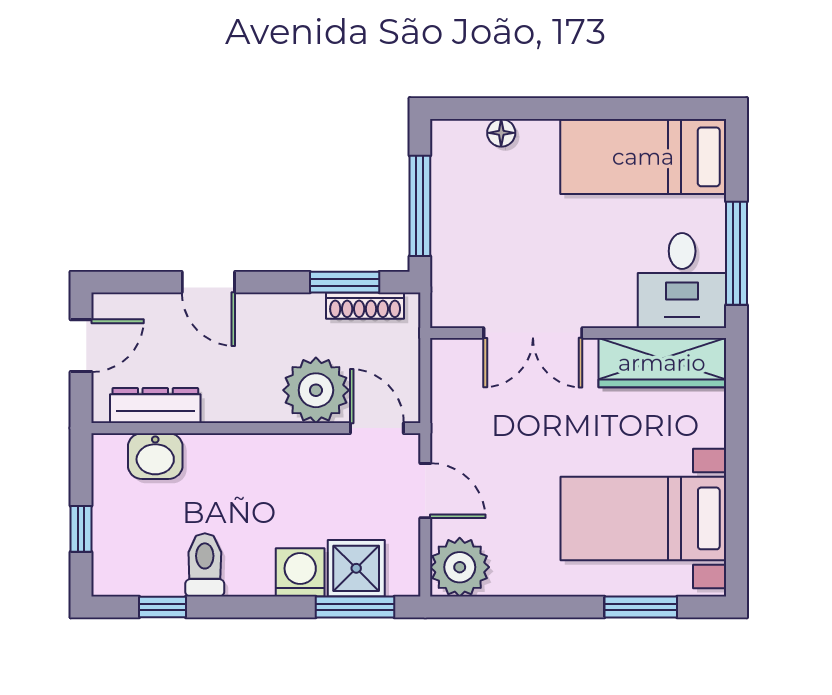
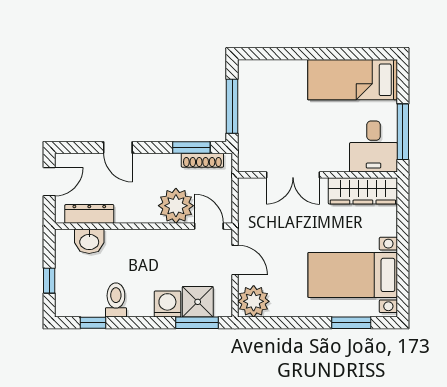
floor lamp: (501, 133) -> (276, 67), removed

